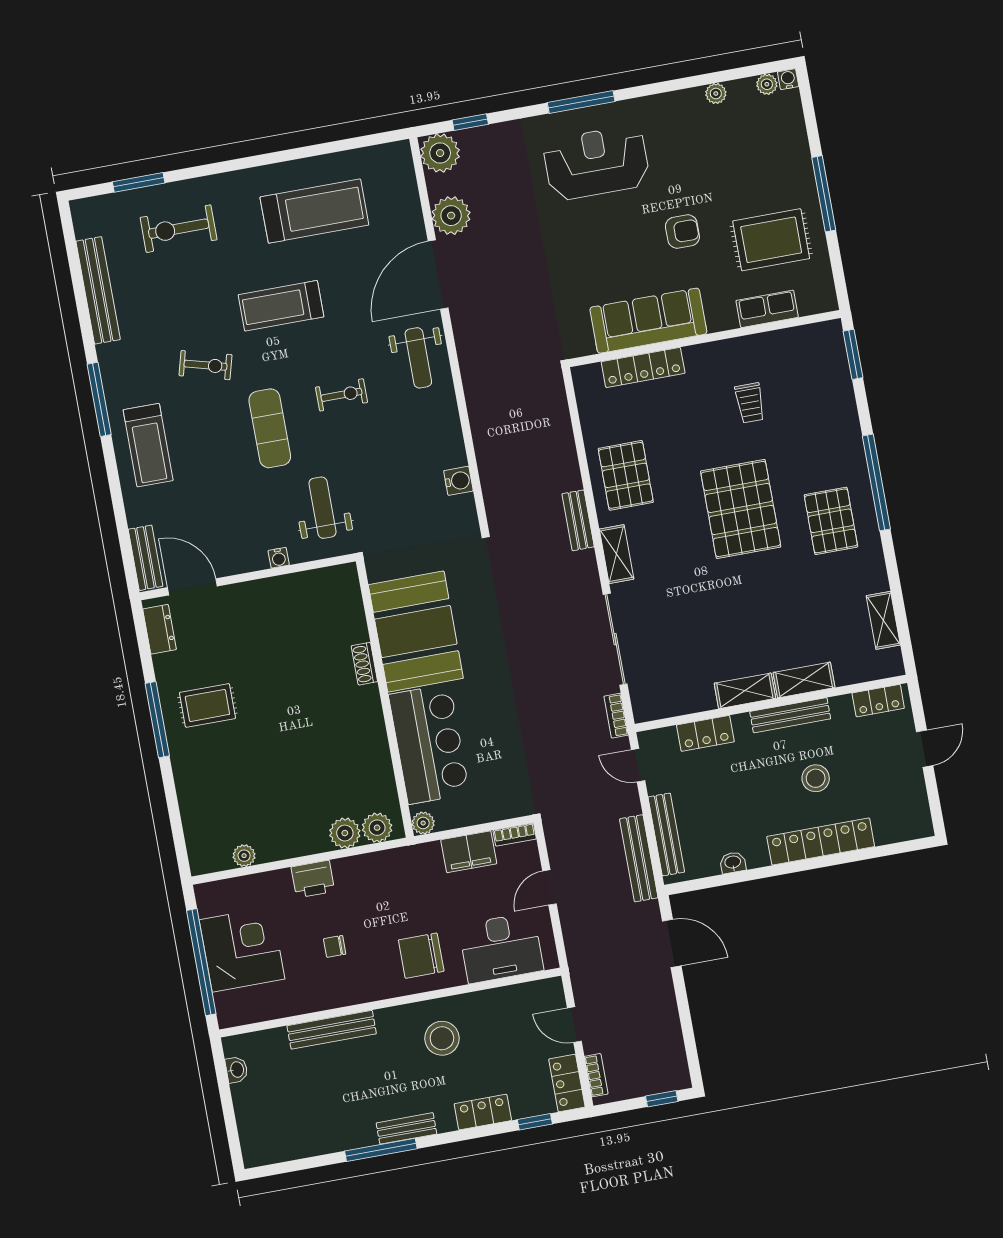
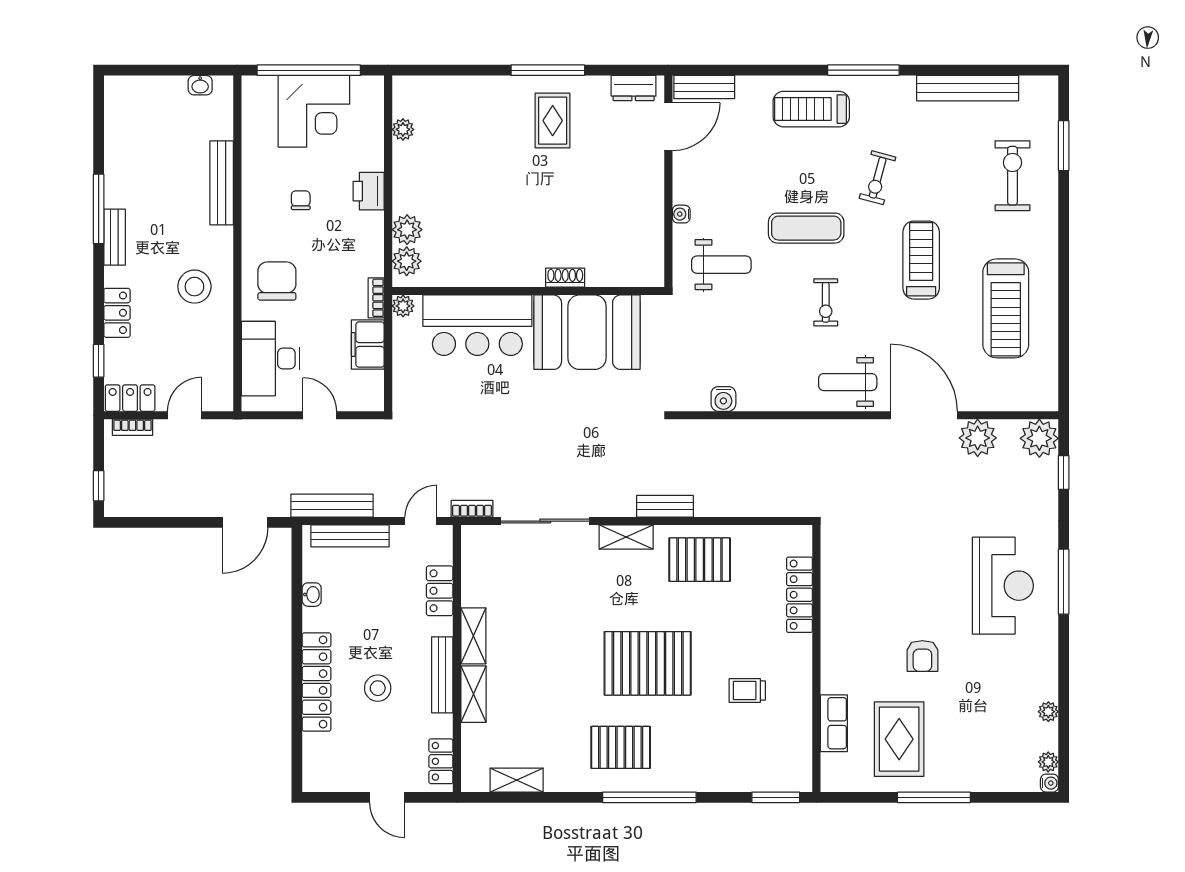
sofa: (648, 321) -> (843, 608), removed
bookcase: (515, 835) -> (376, 298), moved

